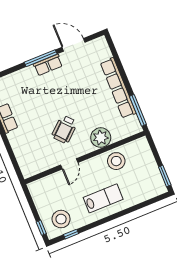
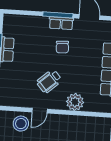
chair: (61, 88) -> (62, 47), added
stool: (116, 161) -> (21, 124), moved

